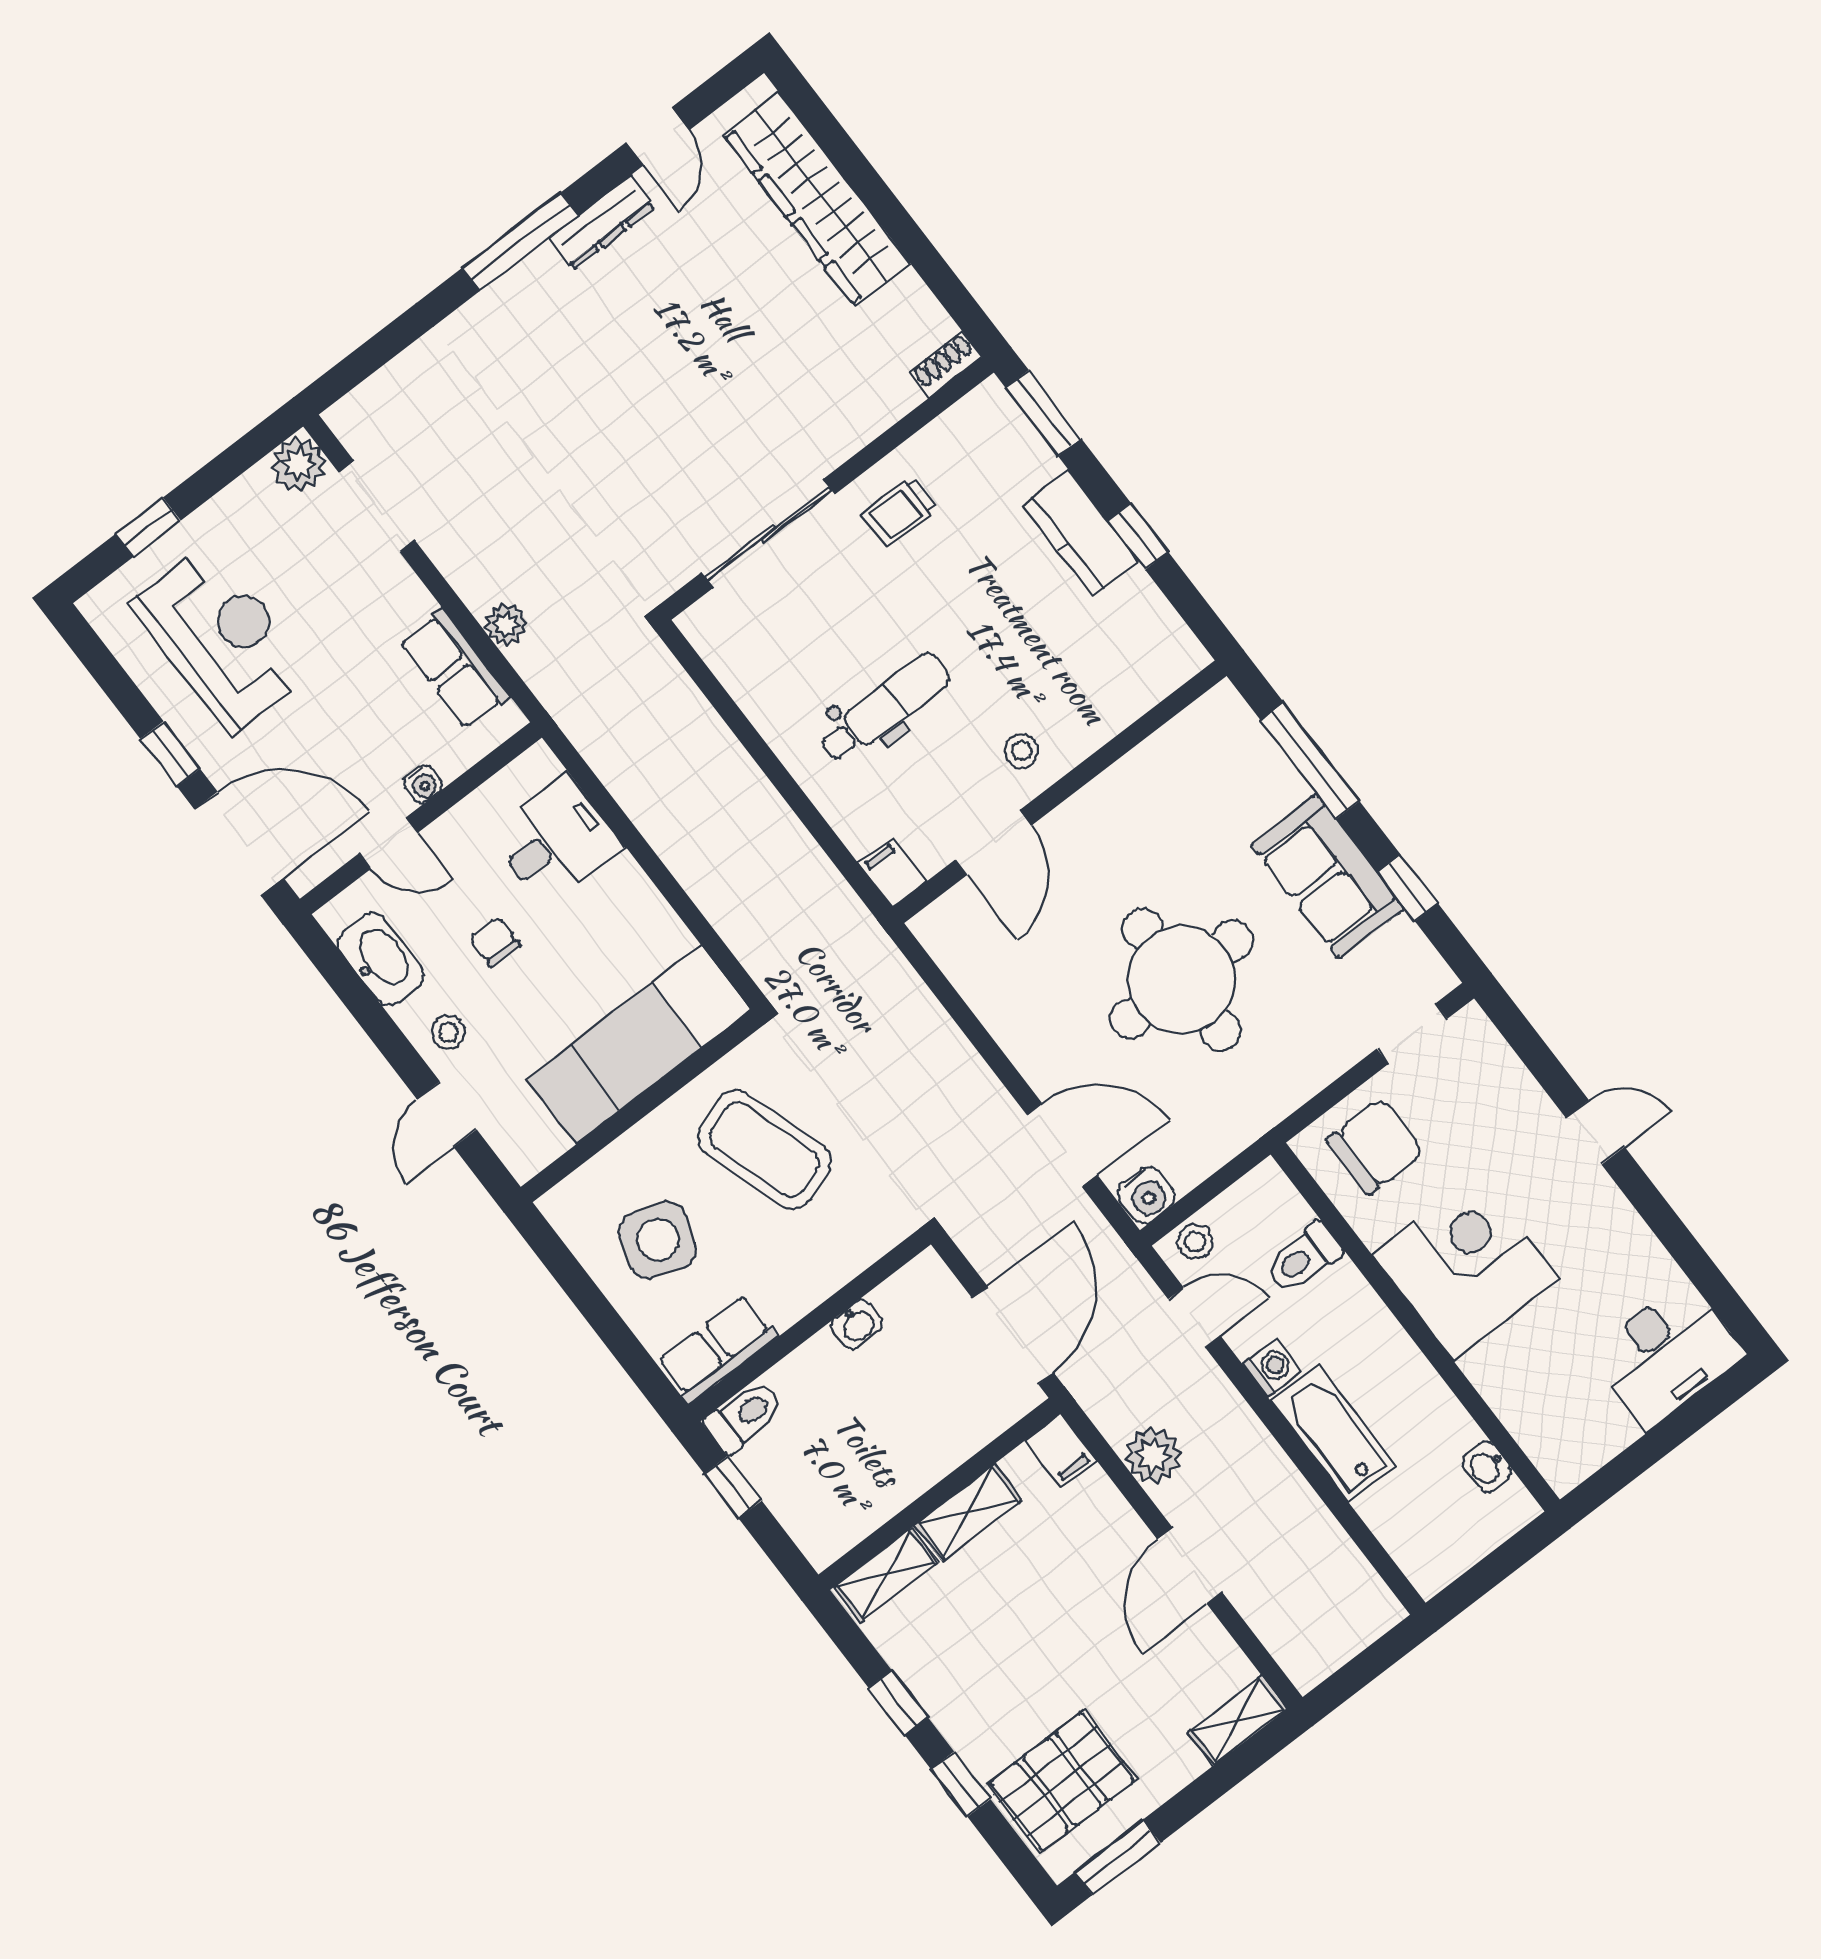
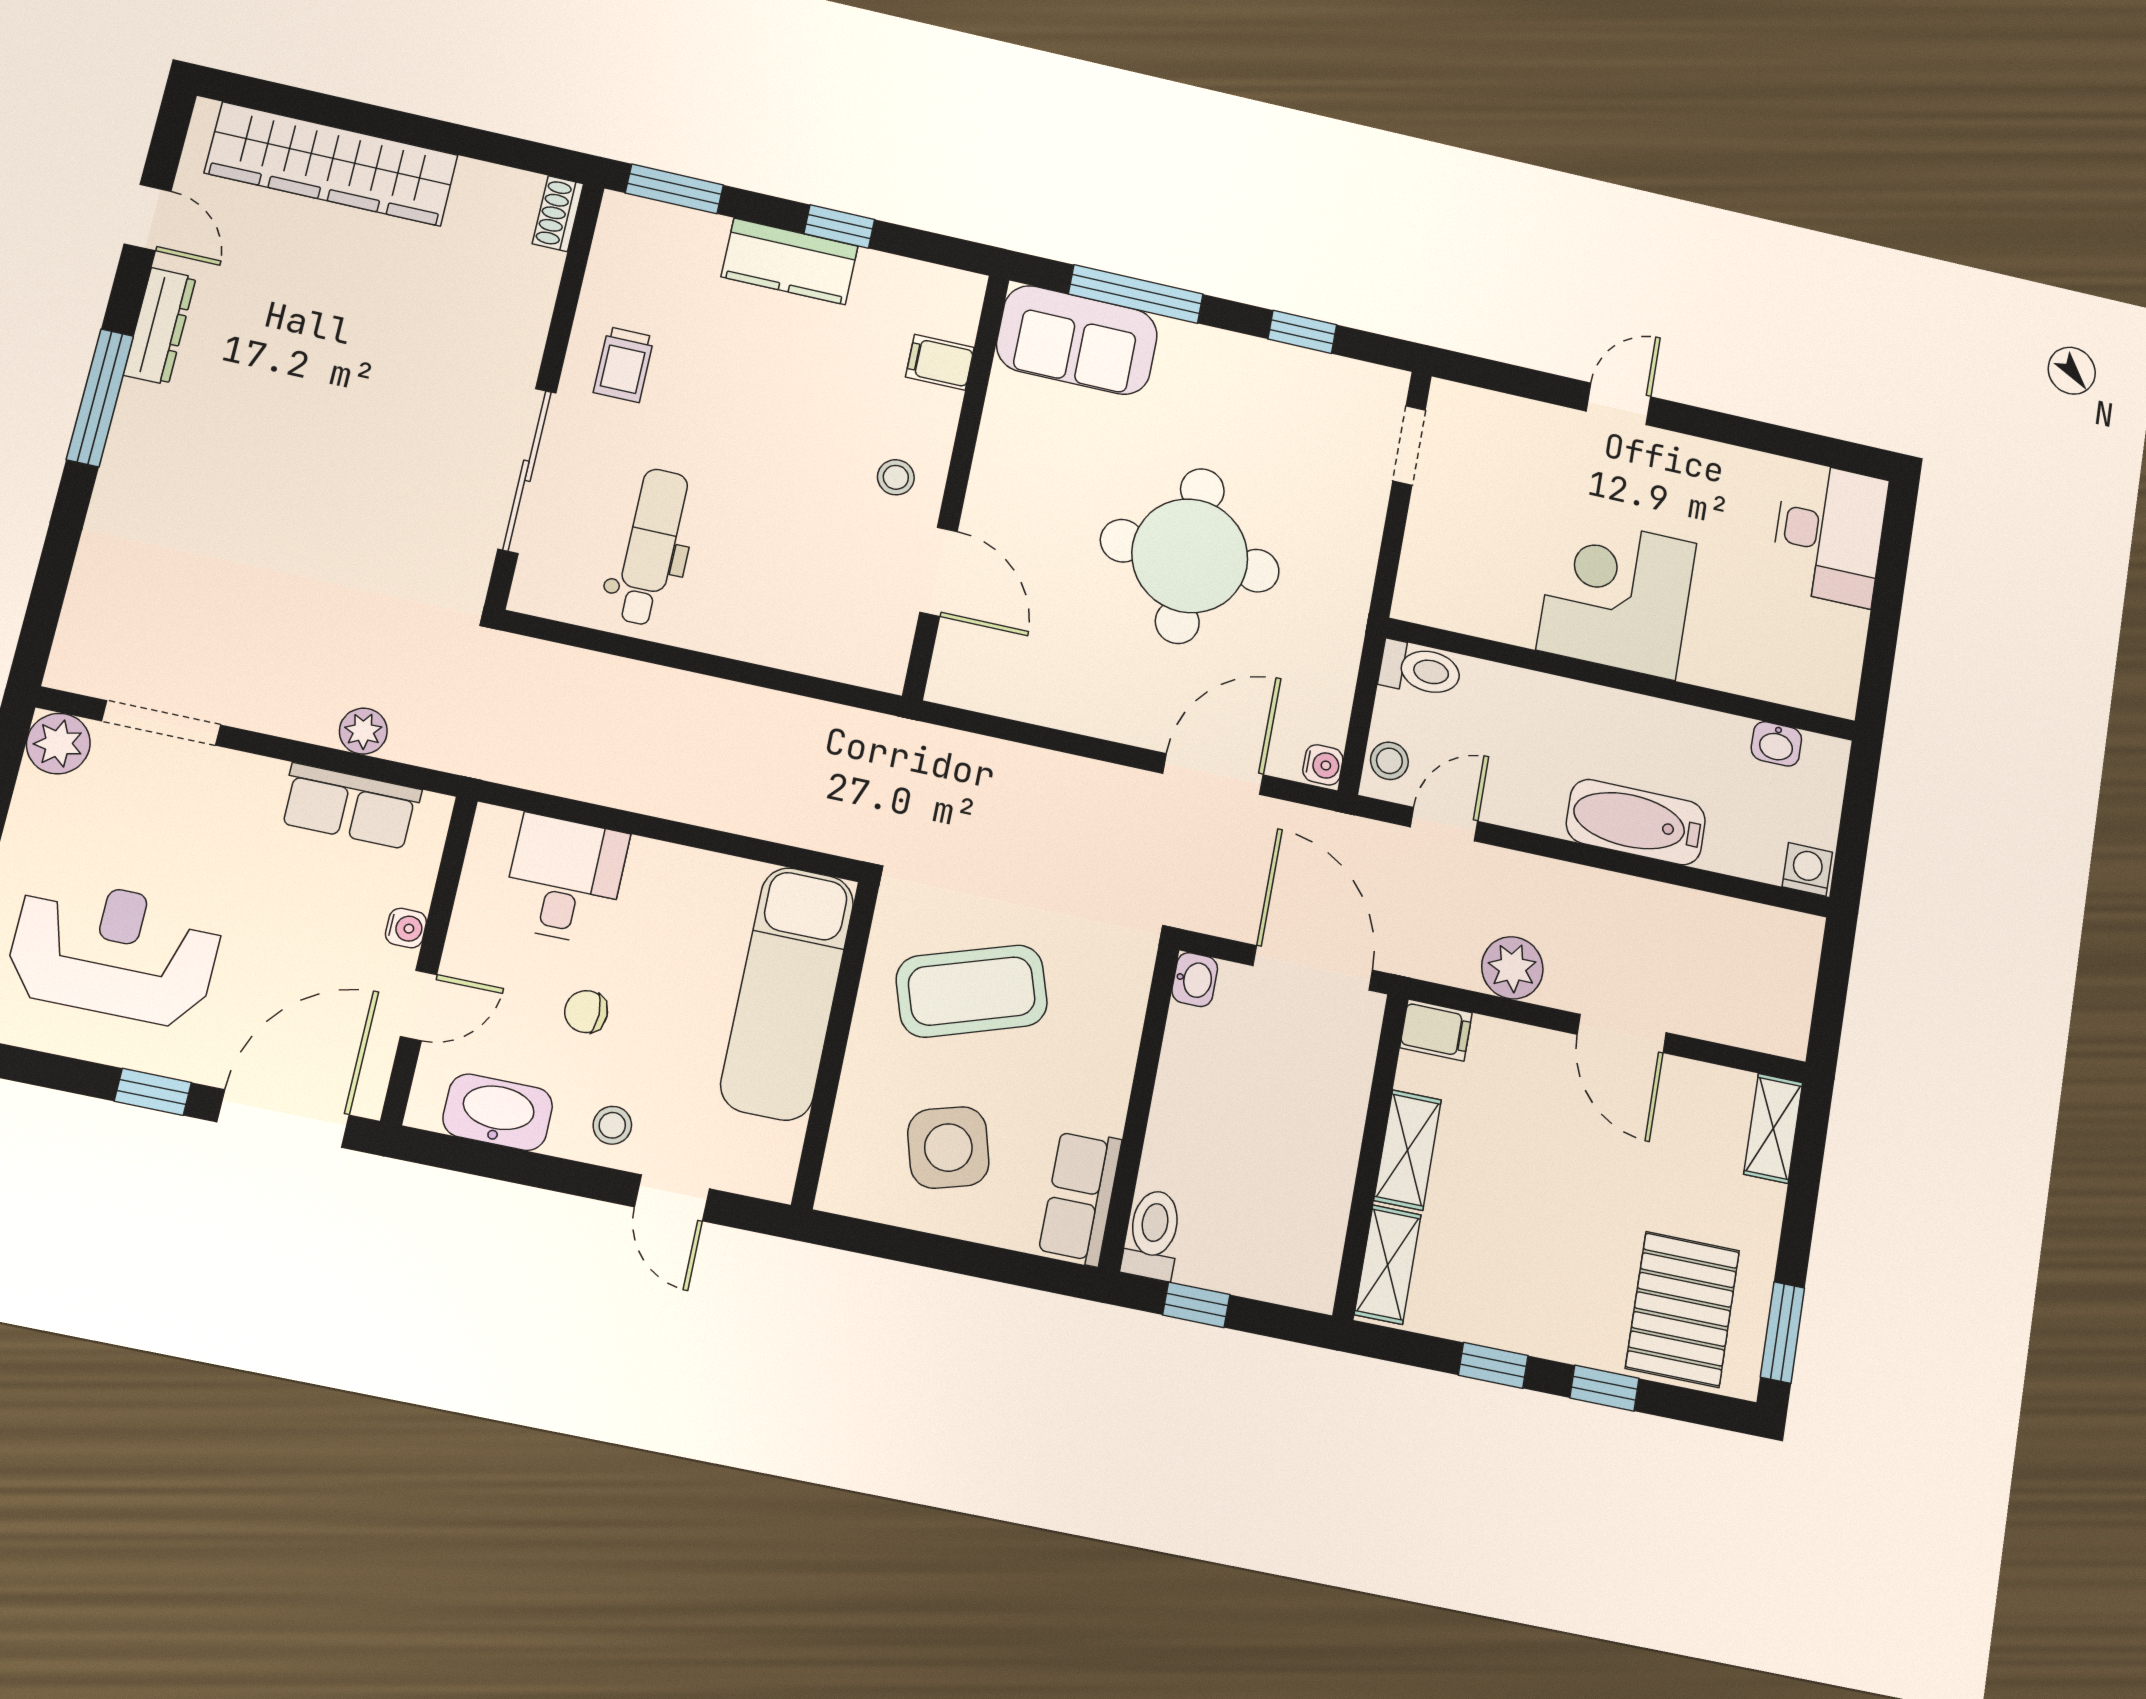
dental chair: (884, 708) -> (651, 547), moved
filing cabinet: (892, 873) -> (940, 362), moved
sofa: (1328, 877) -> (1077, 340), moved
chair: (1375, 1146) -> (1461, 560), removed
water cooler: (1147, 1195) -> (1323, 765), width x0.72, depth x0.72
side table: (658, 1240) -> (948, 1148), turned -35
toilet: (1303, 1258) -> (1420, 670), moved, turned -90
washbasin: (857, 1324) -> (1195, 980), moved
washing machine: (1272, 1368) -> (1807, 869), moved

